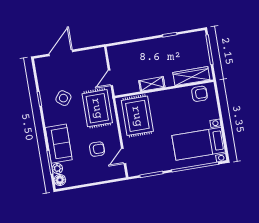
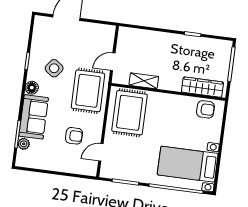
shelving: (152, 84) -> (144, 81), moved
floor lamp: (60, 180) -> (32, 88), moved

